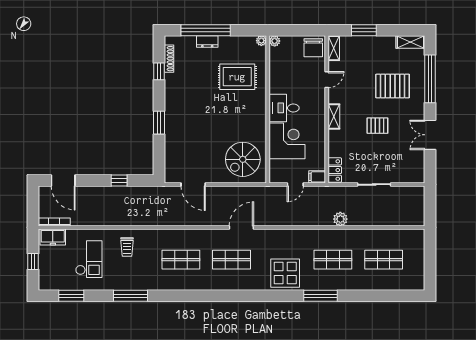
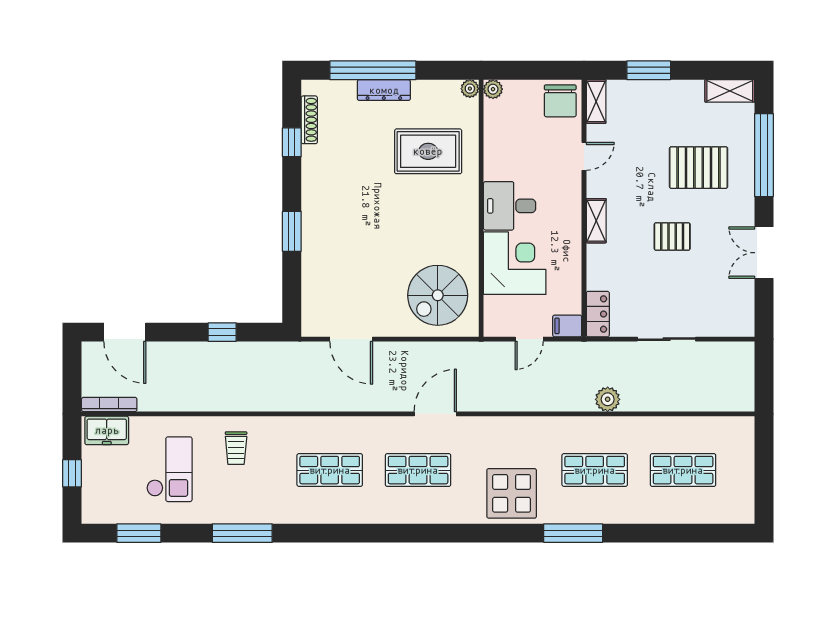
dresser: (207, 41) -> (384, 90), width x1.44

